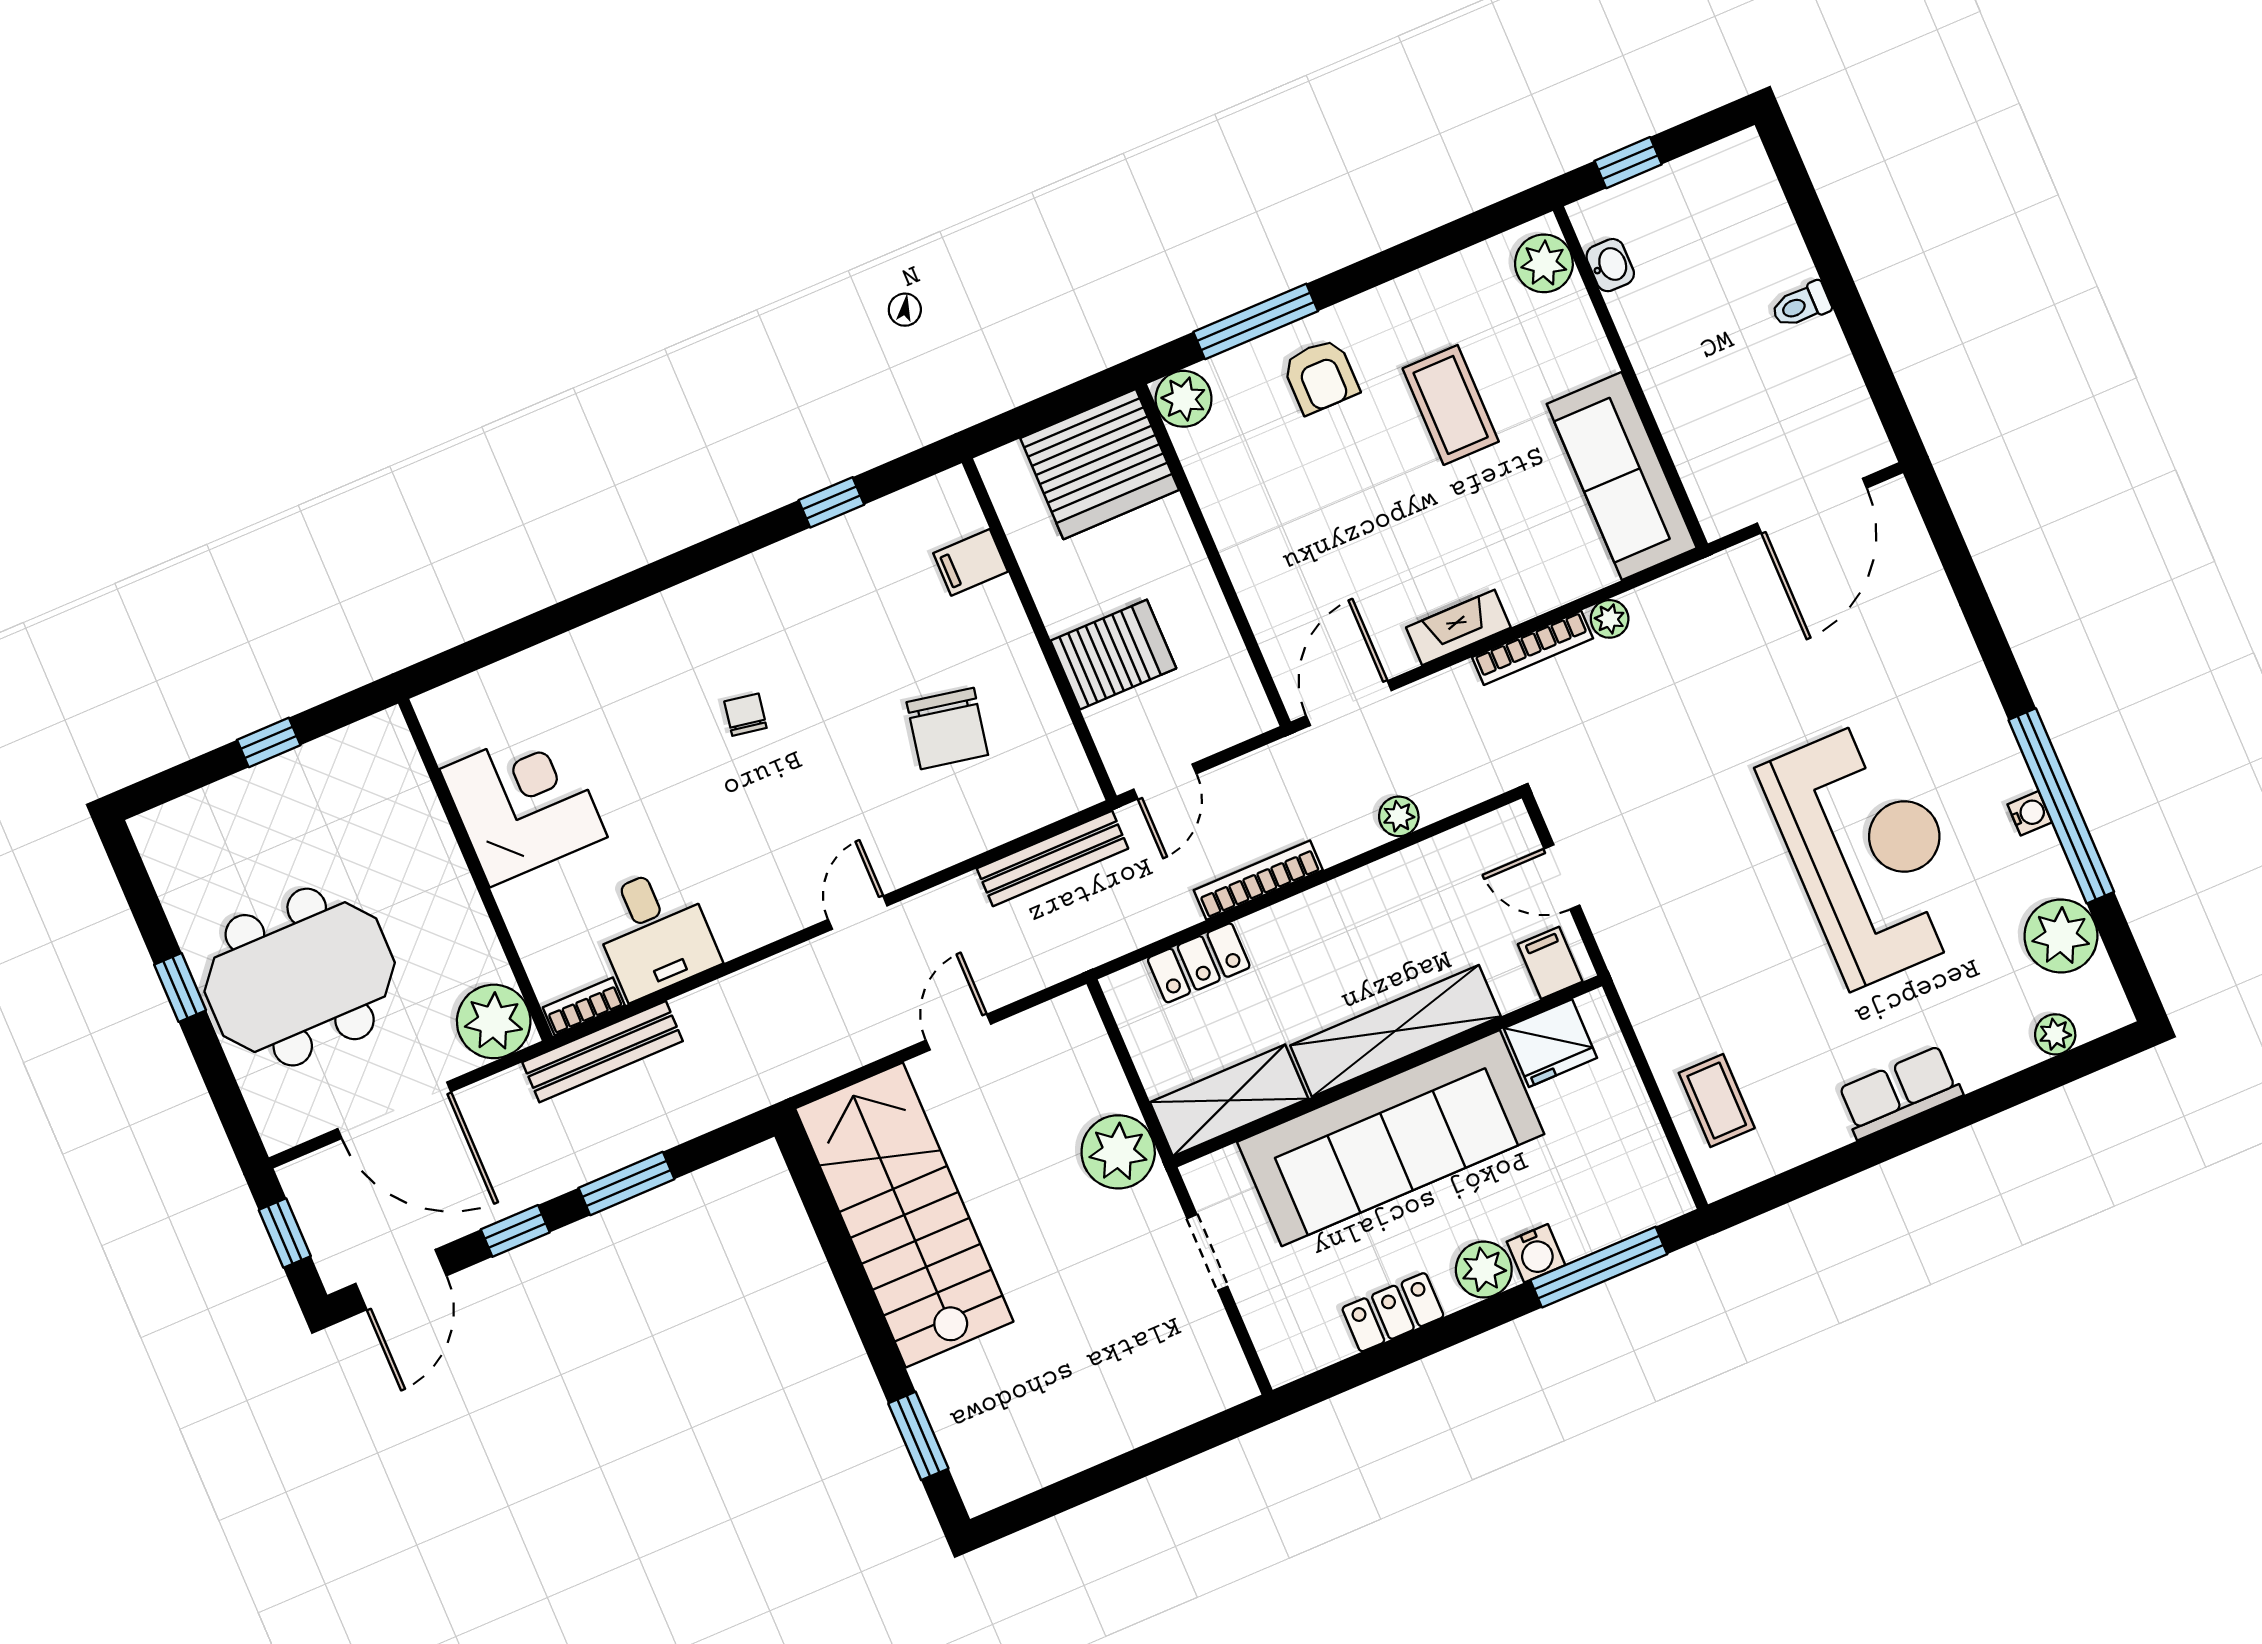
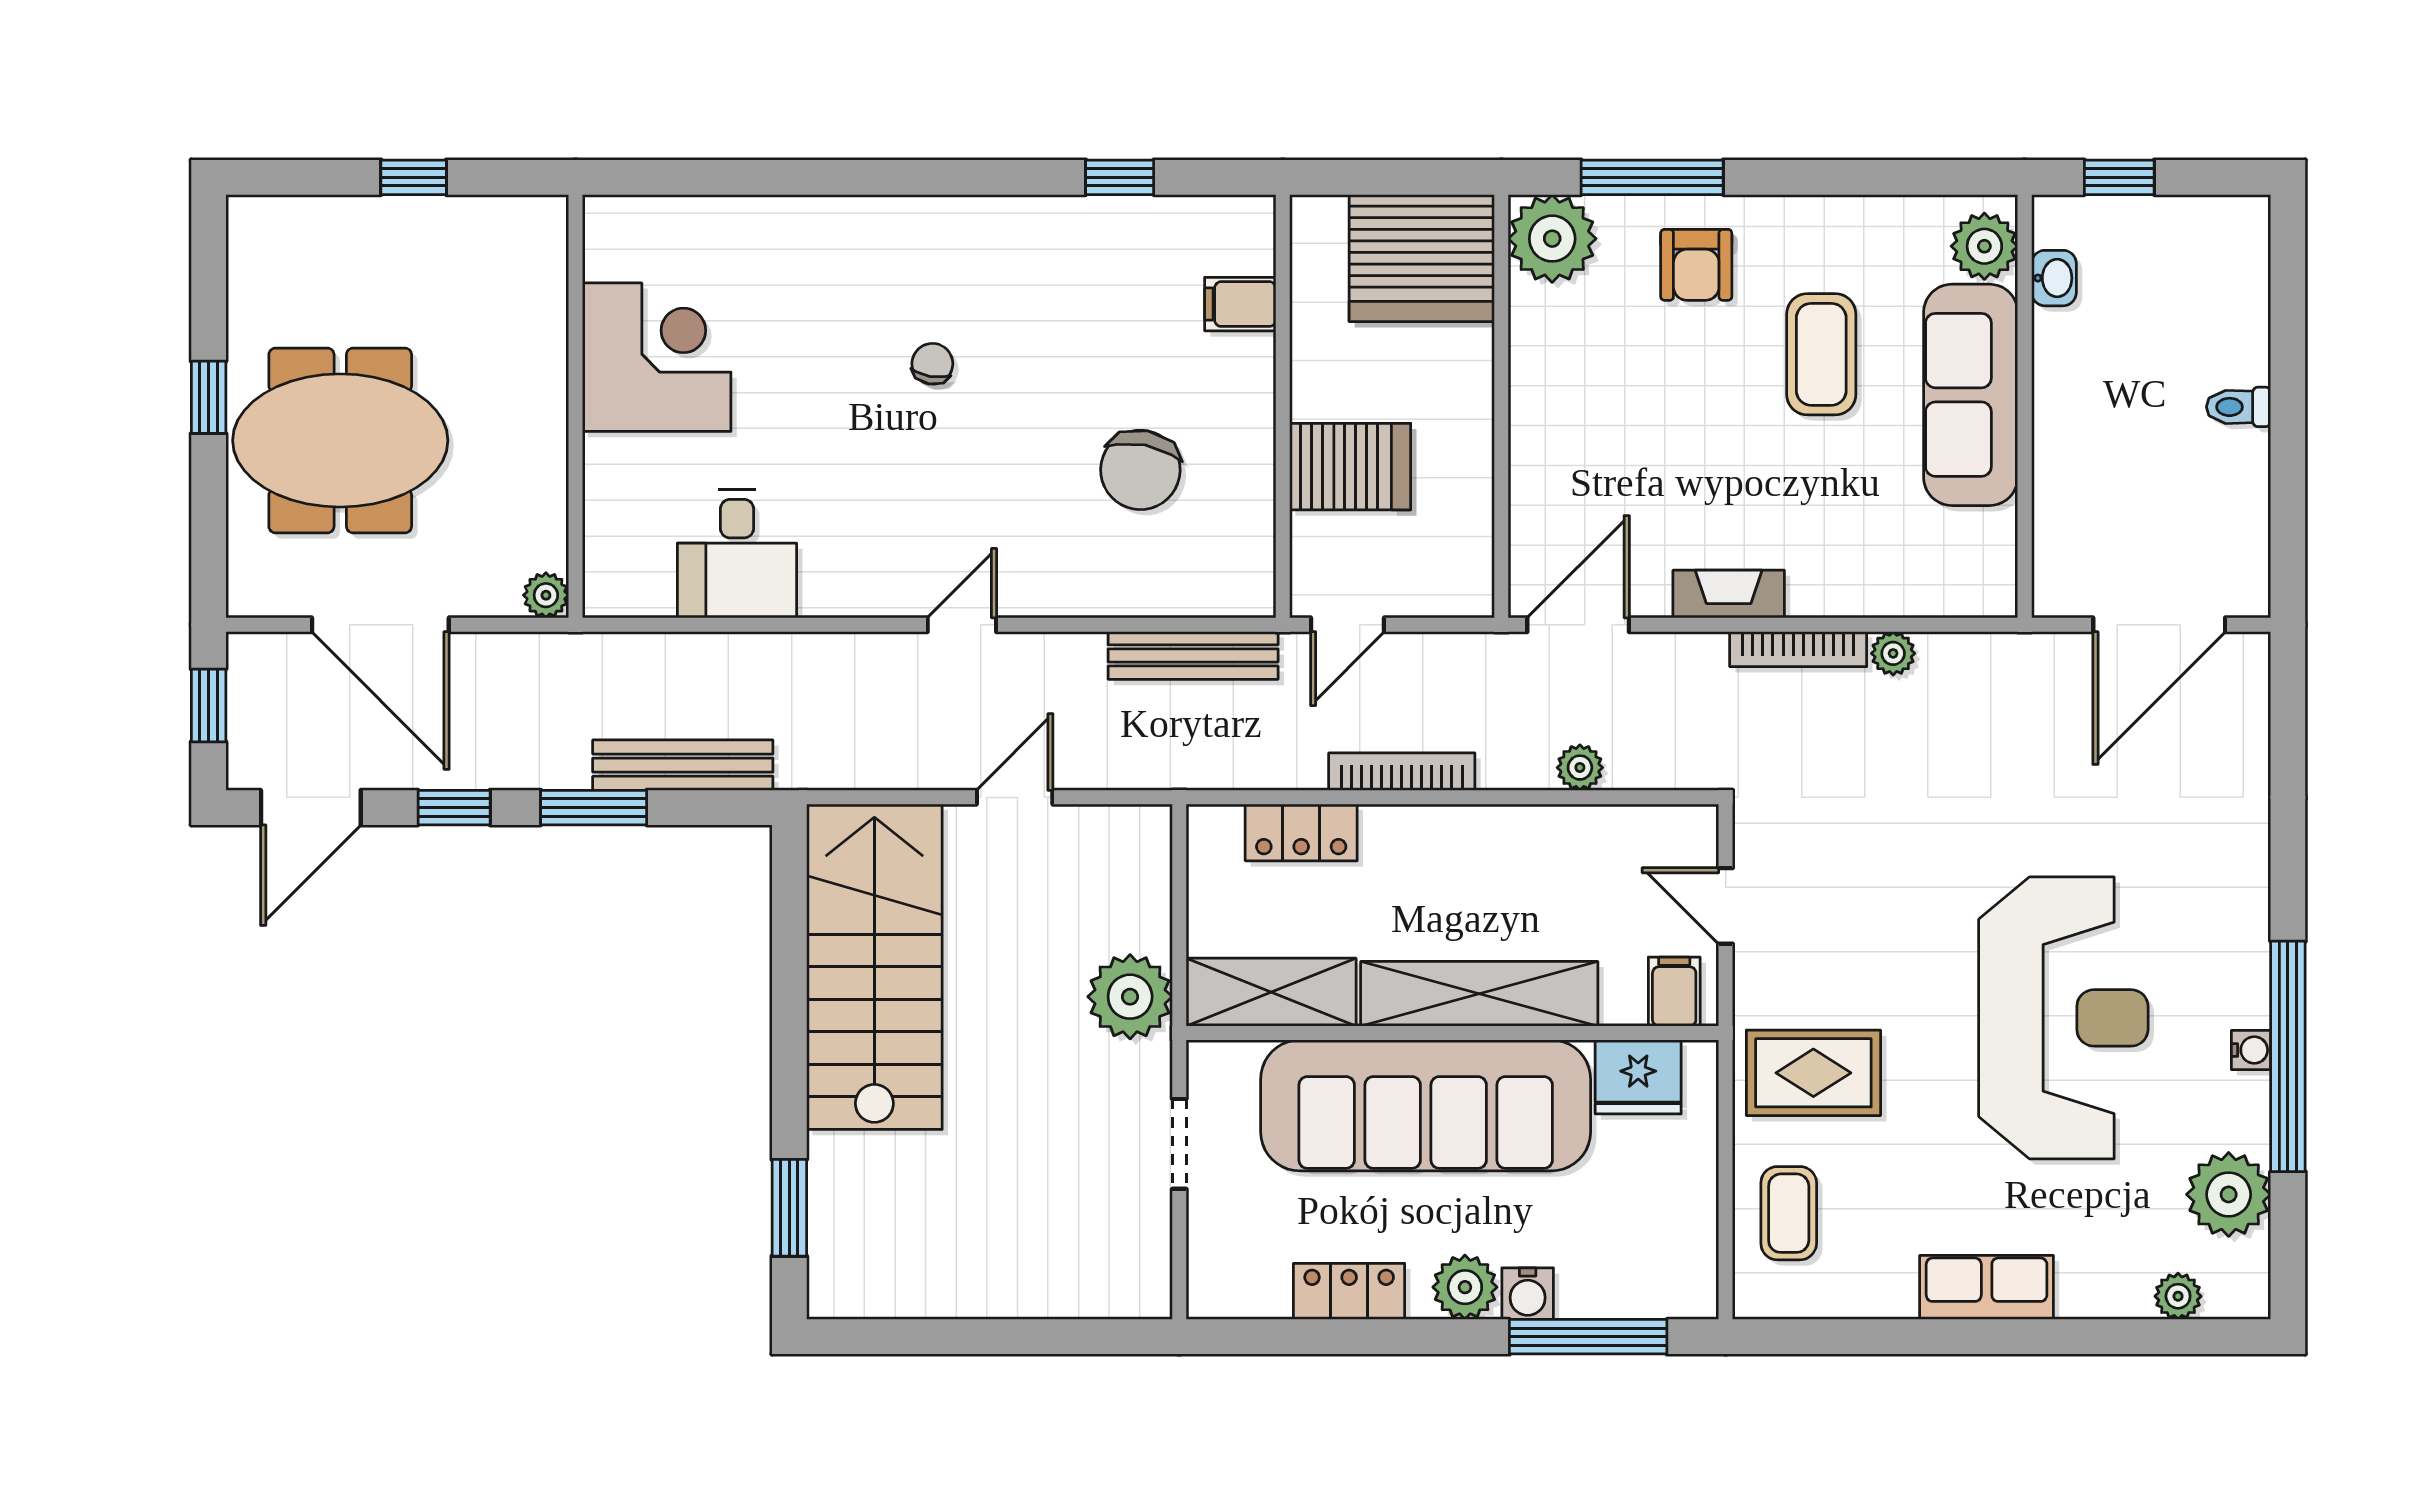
plant: (1184, 399) -> (1552, 239), width x1.36, depth x1.36
sofa: (1622, 476) -> (1971, 395), moved
rug: (1689, 980) -> (1813, 1073), added
bookcase: (584, 1006) -> (629, 600), removed
plant: (494, 1021) -> (546, 595), width x0.53, depth x0.53
bench: (603, 1052) -> (683, 765), moved

